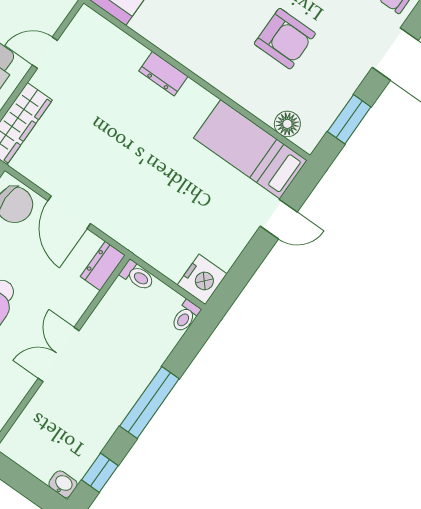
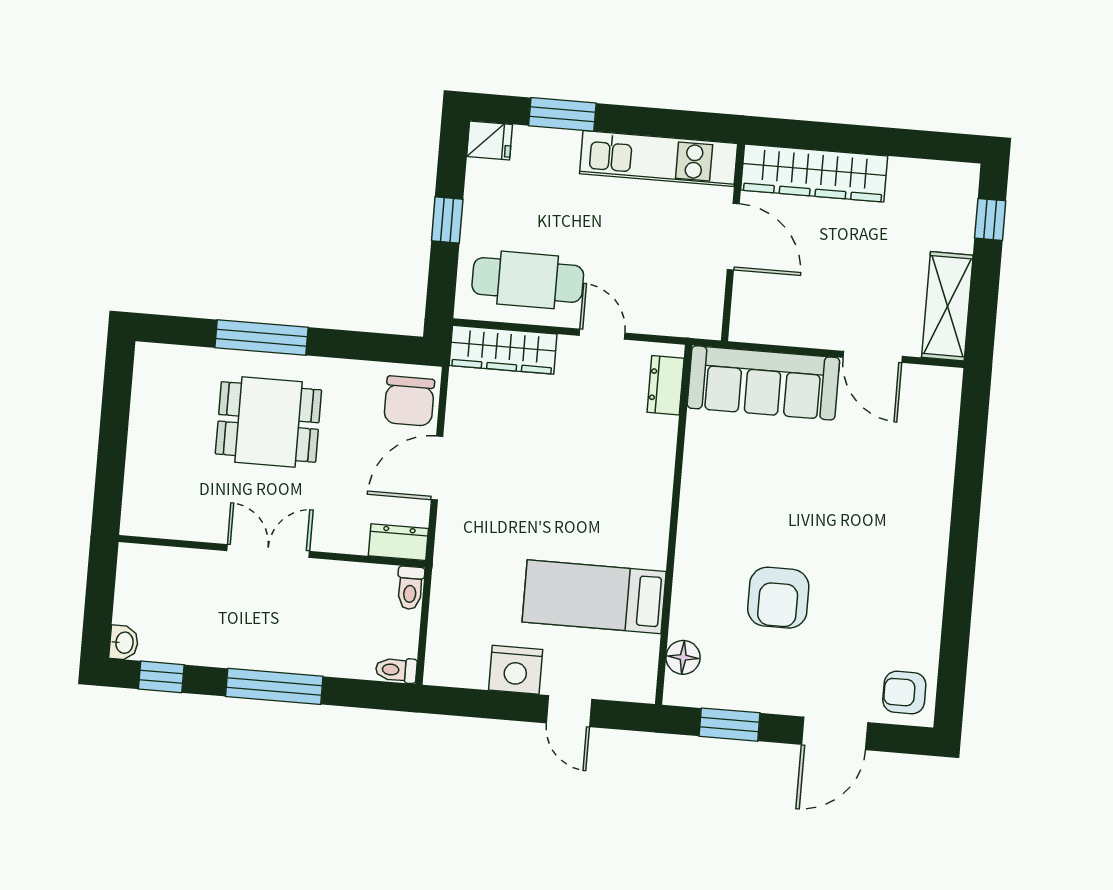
dresser: (163, 74) -> (666, 385), moved
bed: (250, 149) -> (594, 597), moved, turned -90
nightstand: (202, 279) -> (516, 670), moved

